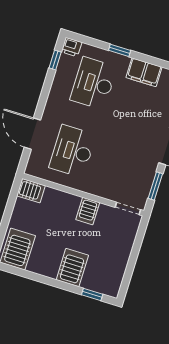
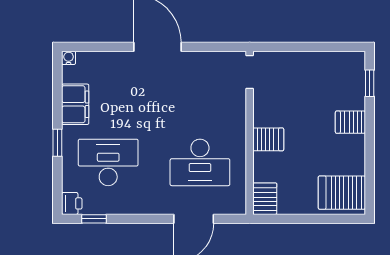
desk: (94, 83) -> (108, 162), turned 180
window: (155, 186) -> (211, 47), removed
server rack: (88, 211) -> (268, 139), moved
server rack: (72, 268) -> (350, 122), width x0.73, depth x0.70

